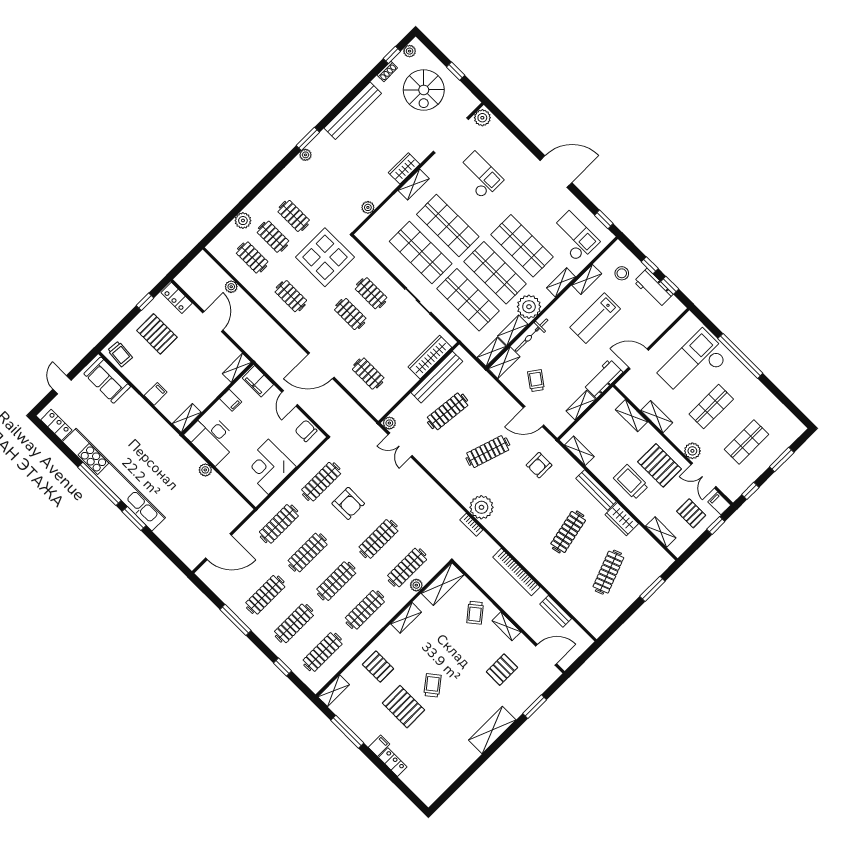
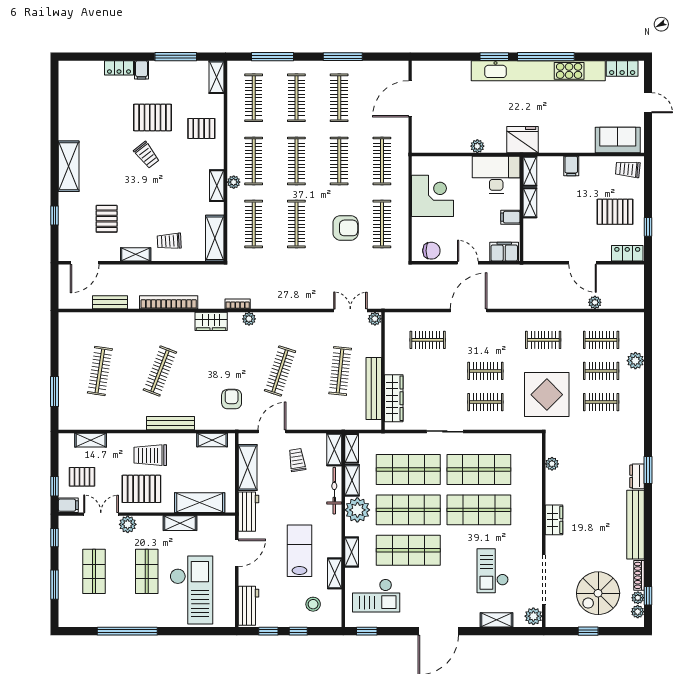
shoe rack: (387, 71) -> (639, 575), width x1.43
spiral stairs: (424, 90) -> (598, 593), turned -90
dresser: (319, 142) -> (637, 476), added
plant: (305, 155) -> (638, 598), moved
checkout: (479, 176) -> (493, 571), turned 90
shelving: (414, 184) -> (497, 620), moved, turned 90
workbench: (653, 288) -> (248, 606), moved, turned 90
window: (740, 356) -> (127, 631), moved
shelving: (237, 368) -> (530, 203), moved
trolley: (536, 381) -> (297, 460), turned -135
shelving: (581, 405) -> (248, 467), width x1.50, depth x1.33
shelving: (631, 416) -> (200, 503), width x1.50, depth x1.33
fridge: (171, 444) -> (523, 140), added
trolley: (631, 482) -> (150, 455), turned 180
armchair: (348, 503) -> (346, 228), turned 180
plant: (481, 507) -> (249, 319), width x0.53, depth x0.53
wardrobe: (622, 519) -> (211, 321), moved, turned 180
clothes rail: (568, 532) -> (160, 371), turned 33
clothes rail: (608, 572) -> (100, 371), turned 30
plant: (416, 585) -> (234, 182), moved
trolley: (475, 613) -> (169, 241), turned -54
window: (282, 667) -> (273, 57), width x2.17
window: (535, 707) -> (55, 215), width x0.67

